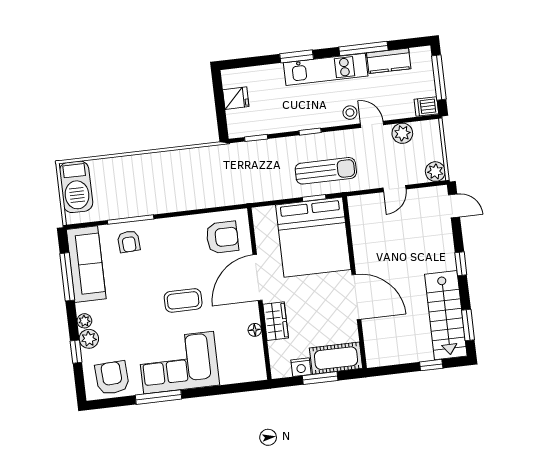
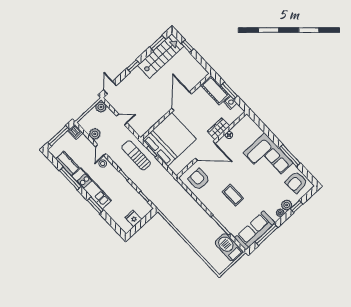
barbecue: (76, 187) -> (229, 247), moved, turned -90
armchair: (129, 242) -> (231, 219), removed
coffee table: (183, 300) -> (233, 195), moved

